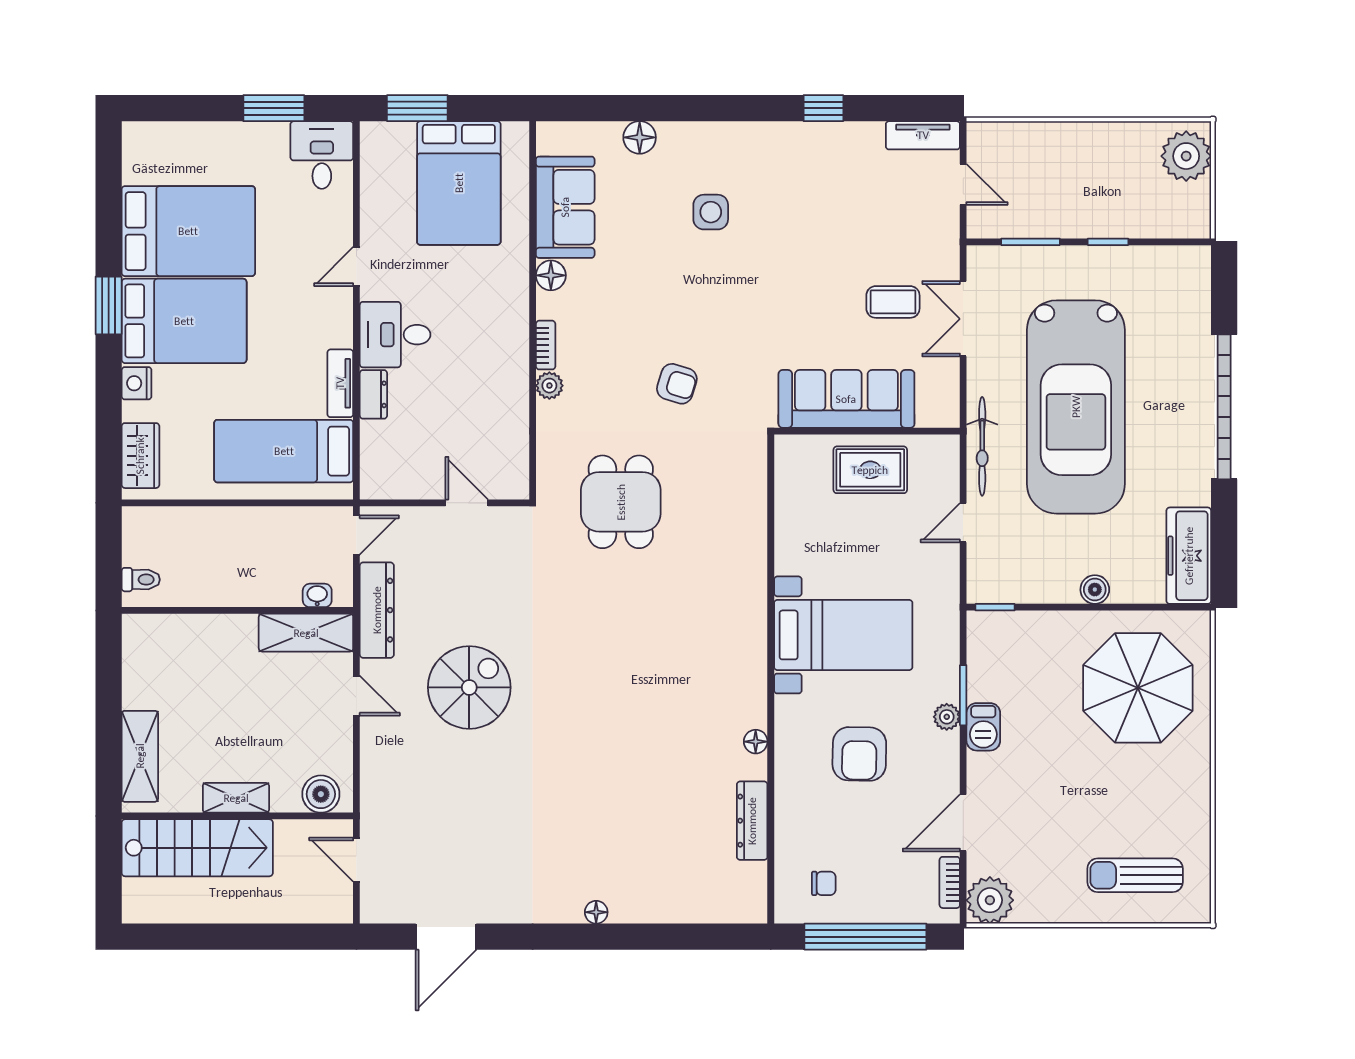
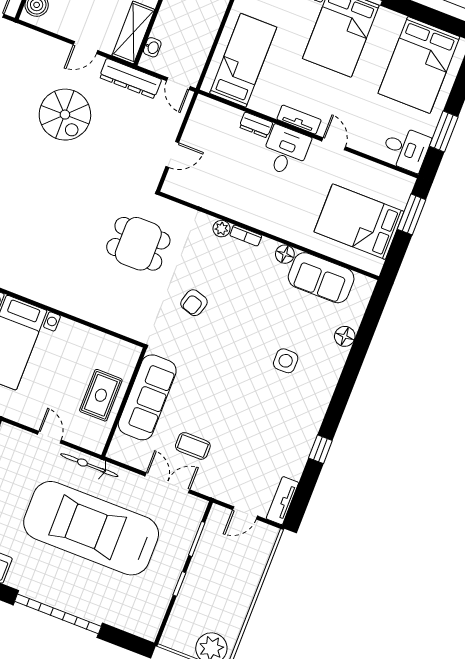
bed: (188, 231) -> (419, 65), moved
coffee table: (893, 302) -> (193, 446), turned 90
tv unit: (340, 383) -> (299, 120), moved

